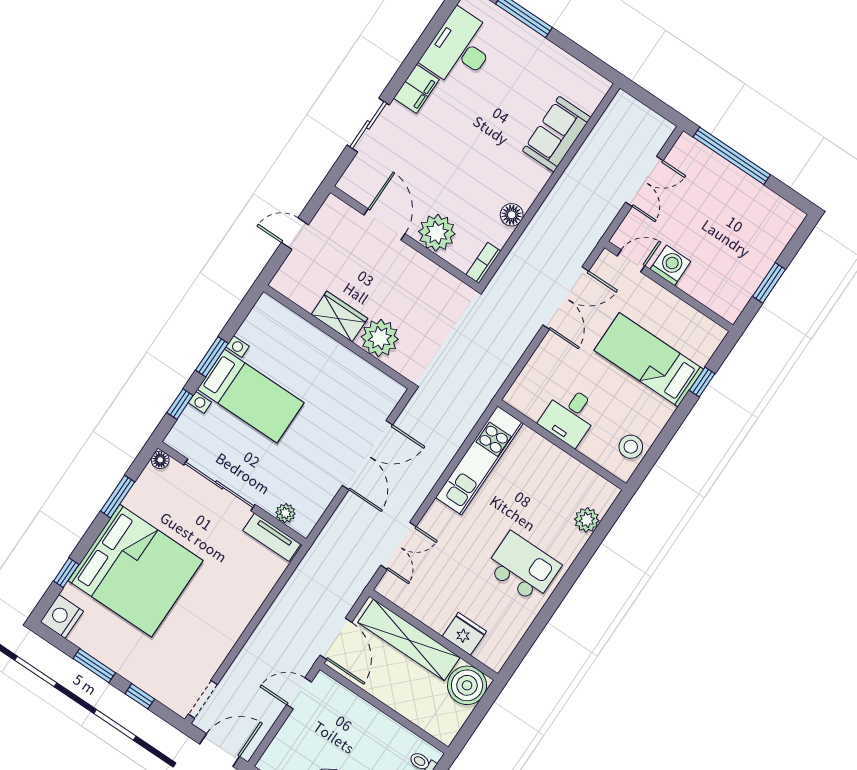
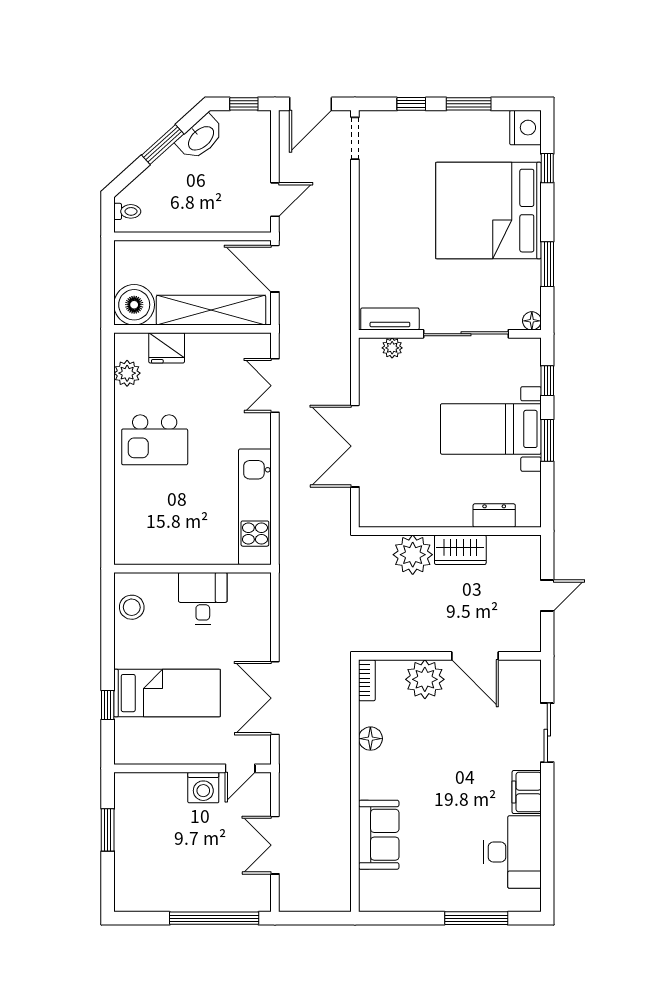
dresser: (294, 326) -> (494, 516), added
plant: (587, 520) -> (127, 373), moved

